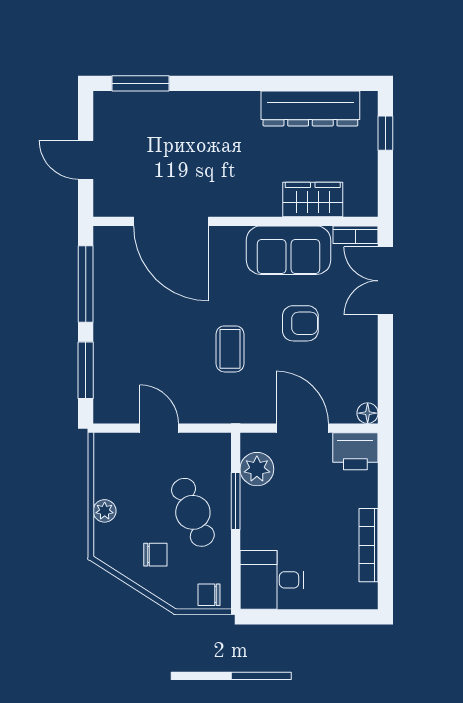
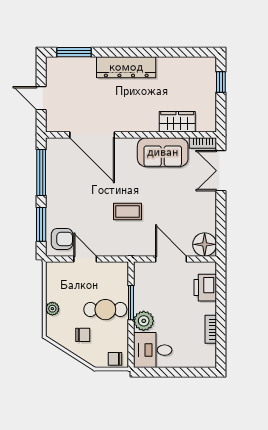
dresser: (310, 108) -> (126, 67), moved
armchair: (300, 323) -> (62, 239), moved
coffee table: (230, 349) -> (128, 211), turned 90
floor lamp: (368, 413) -> (205, 244), width x1.89, depth x1.89
printer: (355, 451) -> (205, 288), moved, turned 90
plant: (257, 469) -> (144, 321), moved
cafe table: (193, 512) -> (105, 310), turned -68
bookcase: (369, 545) -> (211, 329), width x0.64

